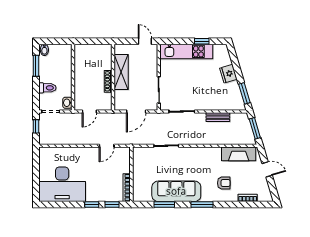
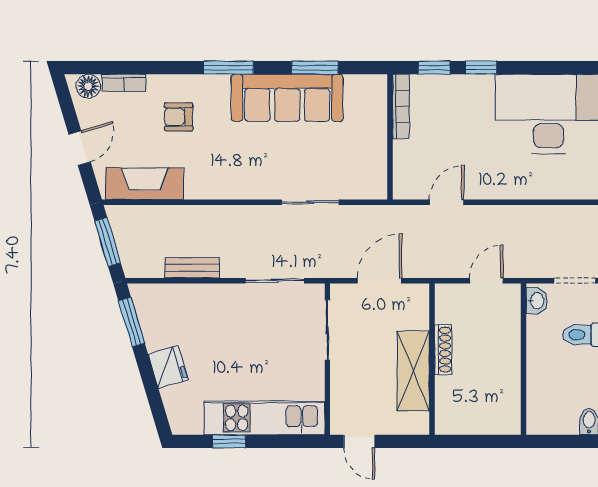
door: (267, 169) -> (80, 148), swing flipped
floor lamp: (263, 196) -> (88, 86), added

